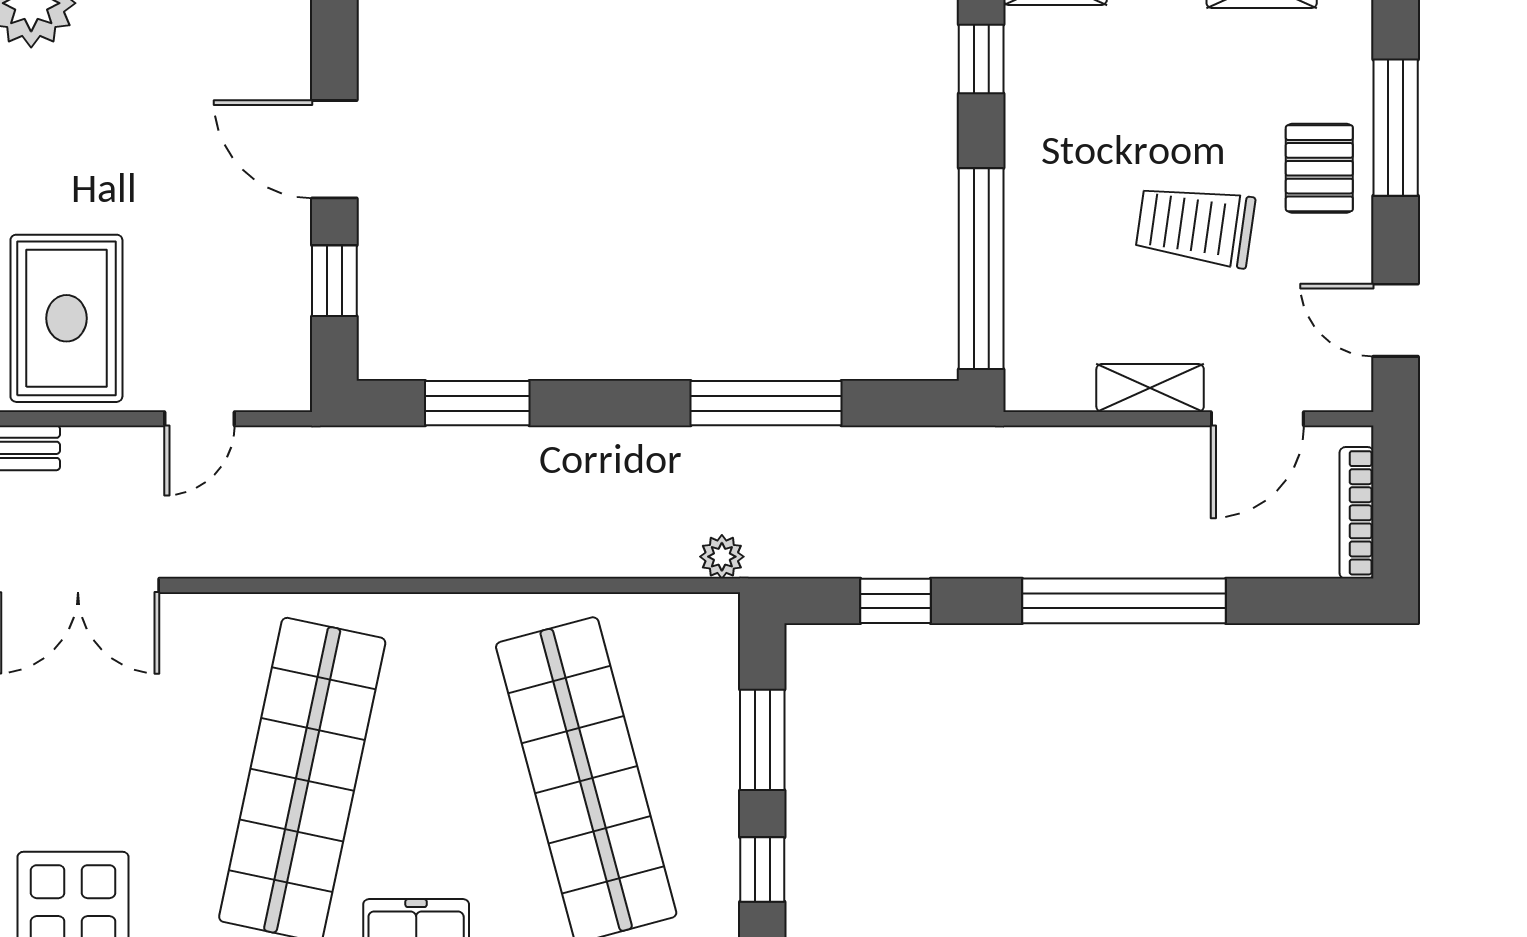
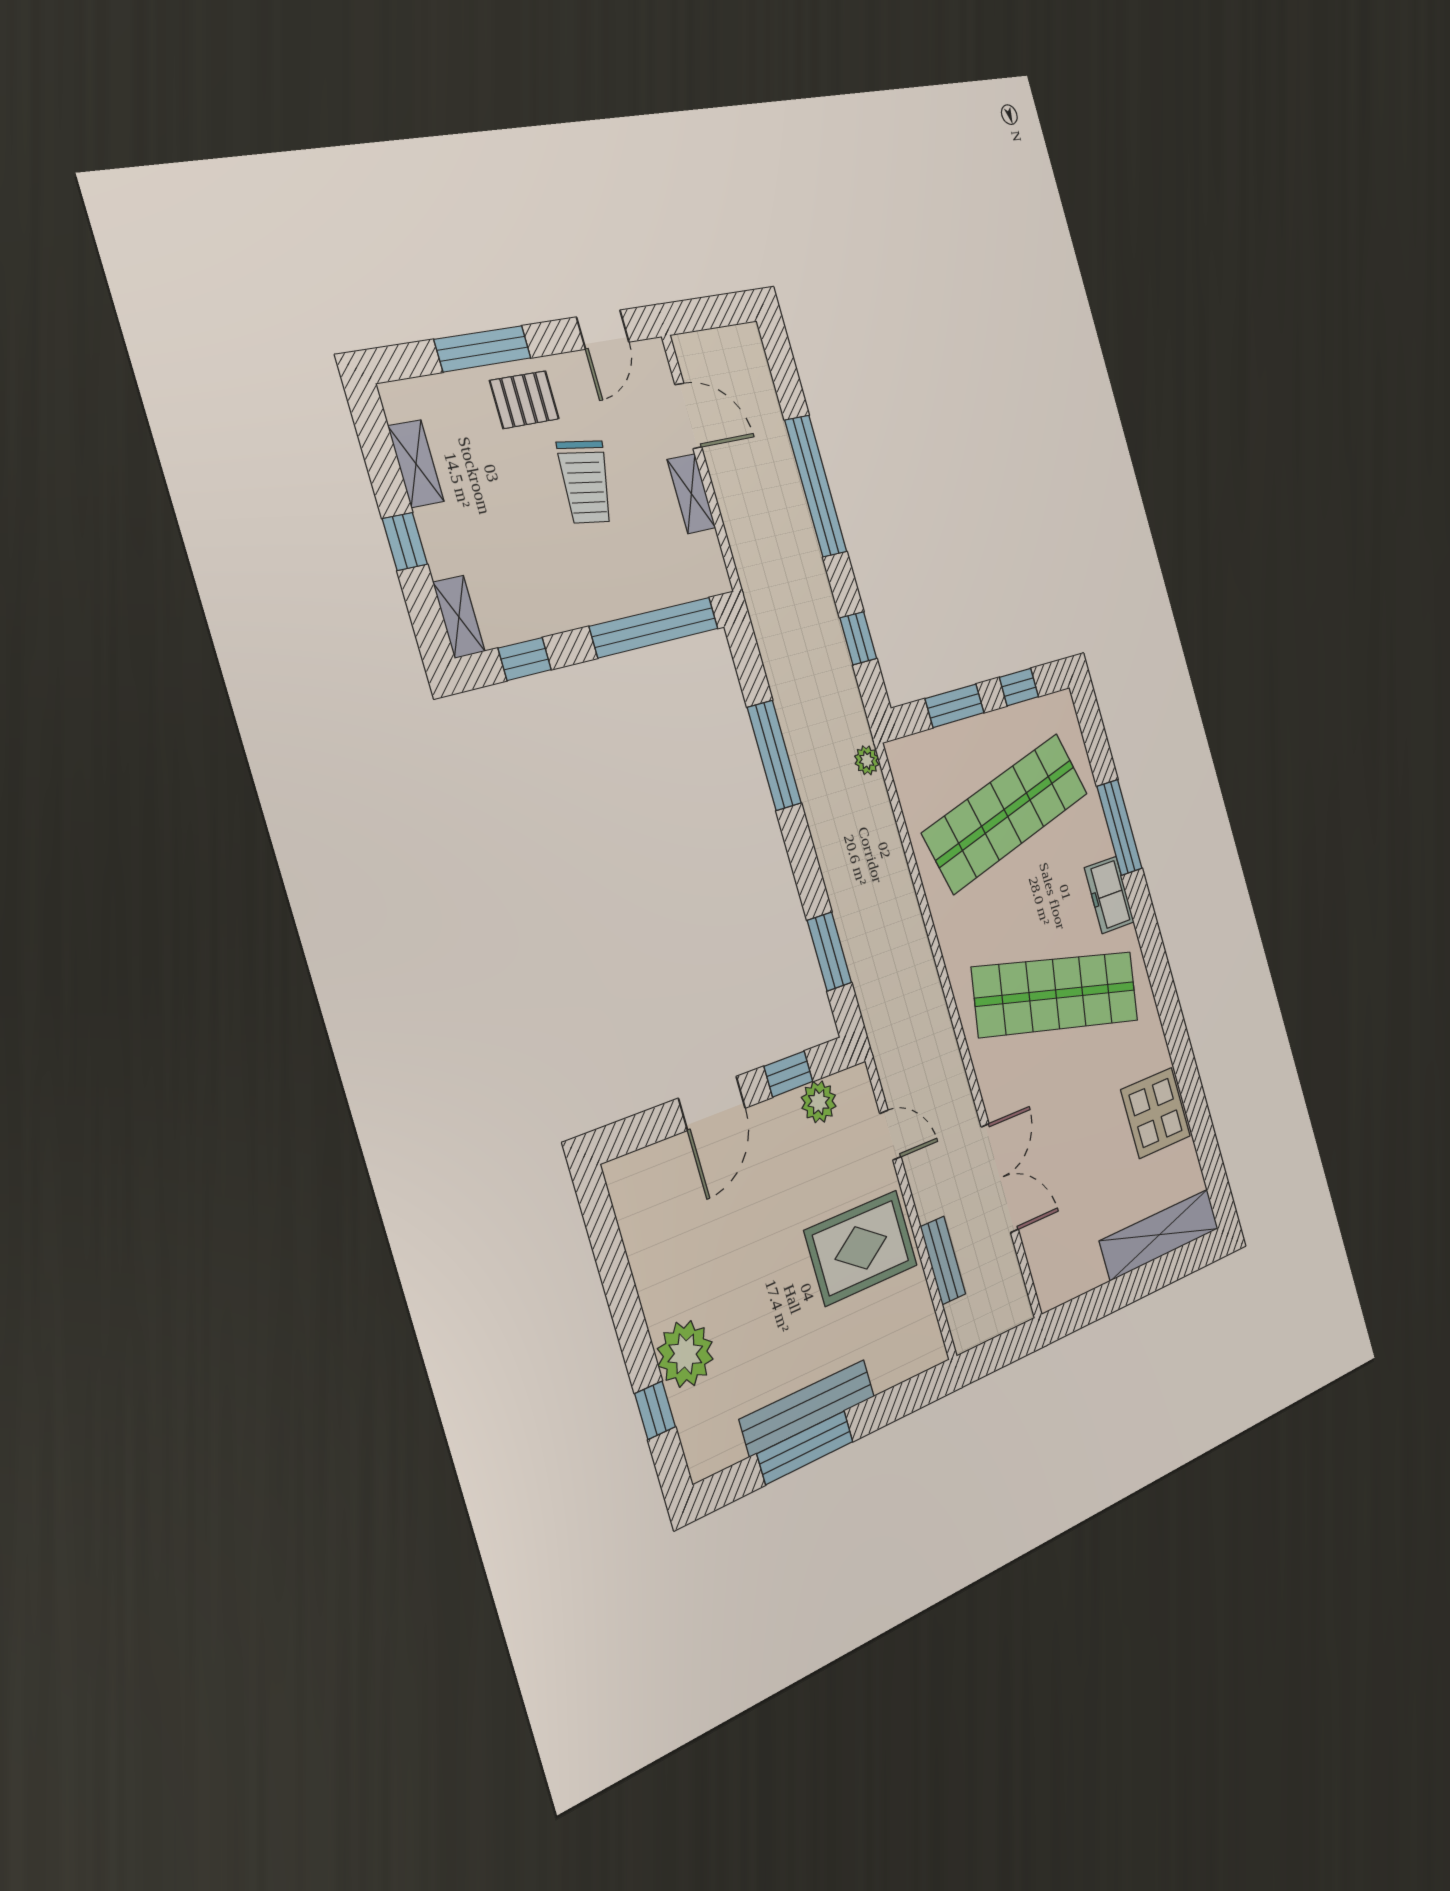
plant: (282, 317) -> (819, 1102), added
bookcase: (1357, 513) -> (723, 338), removed

